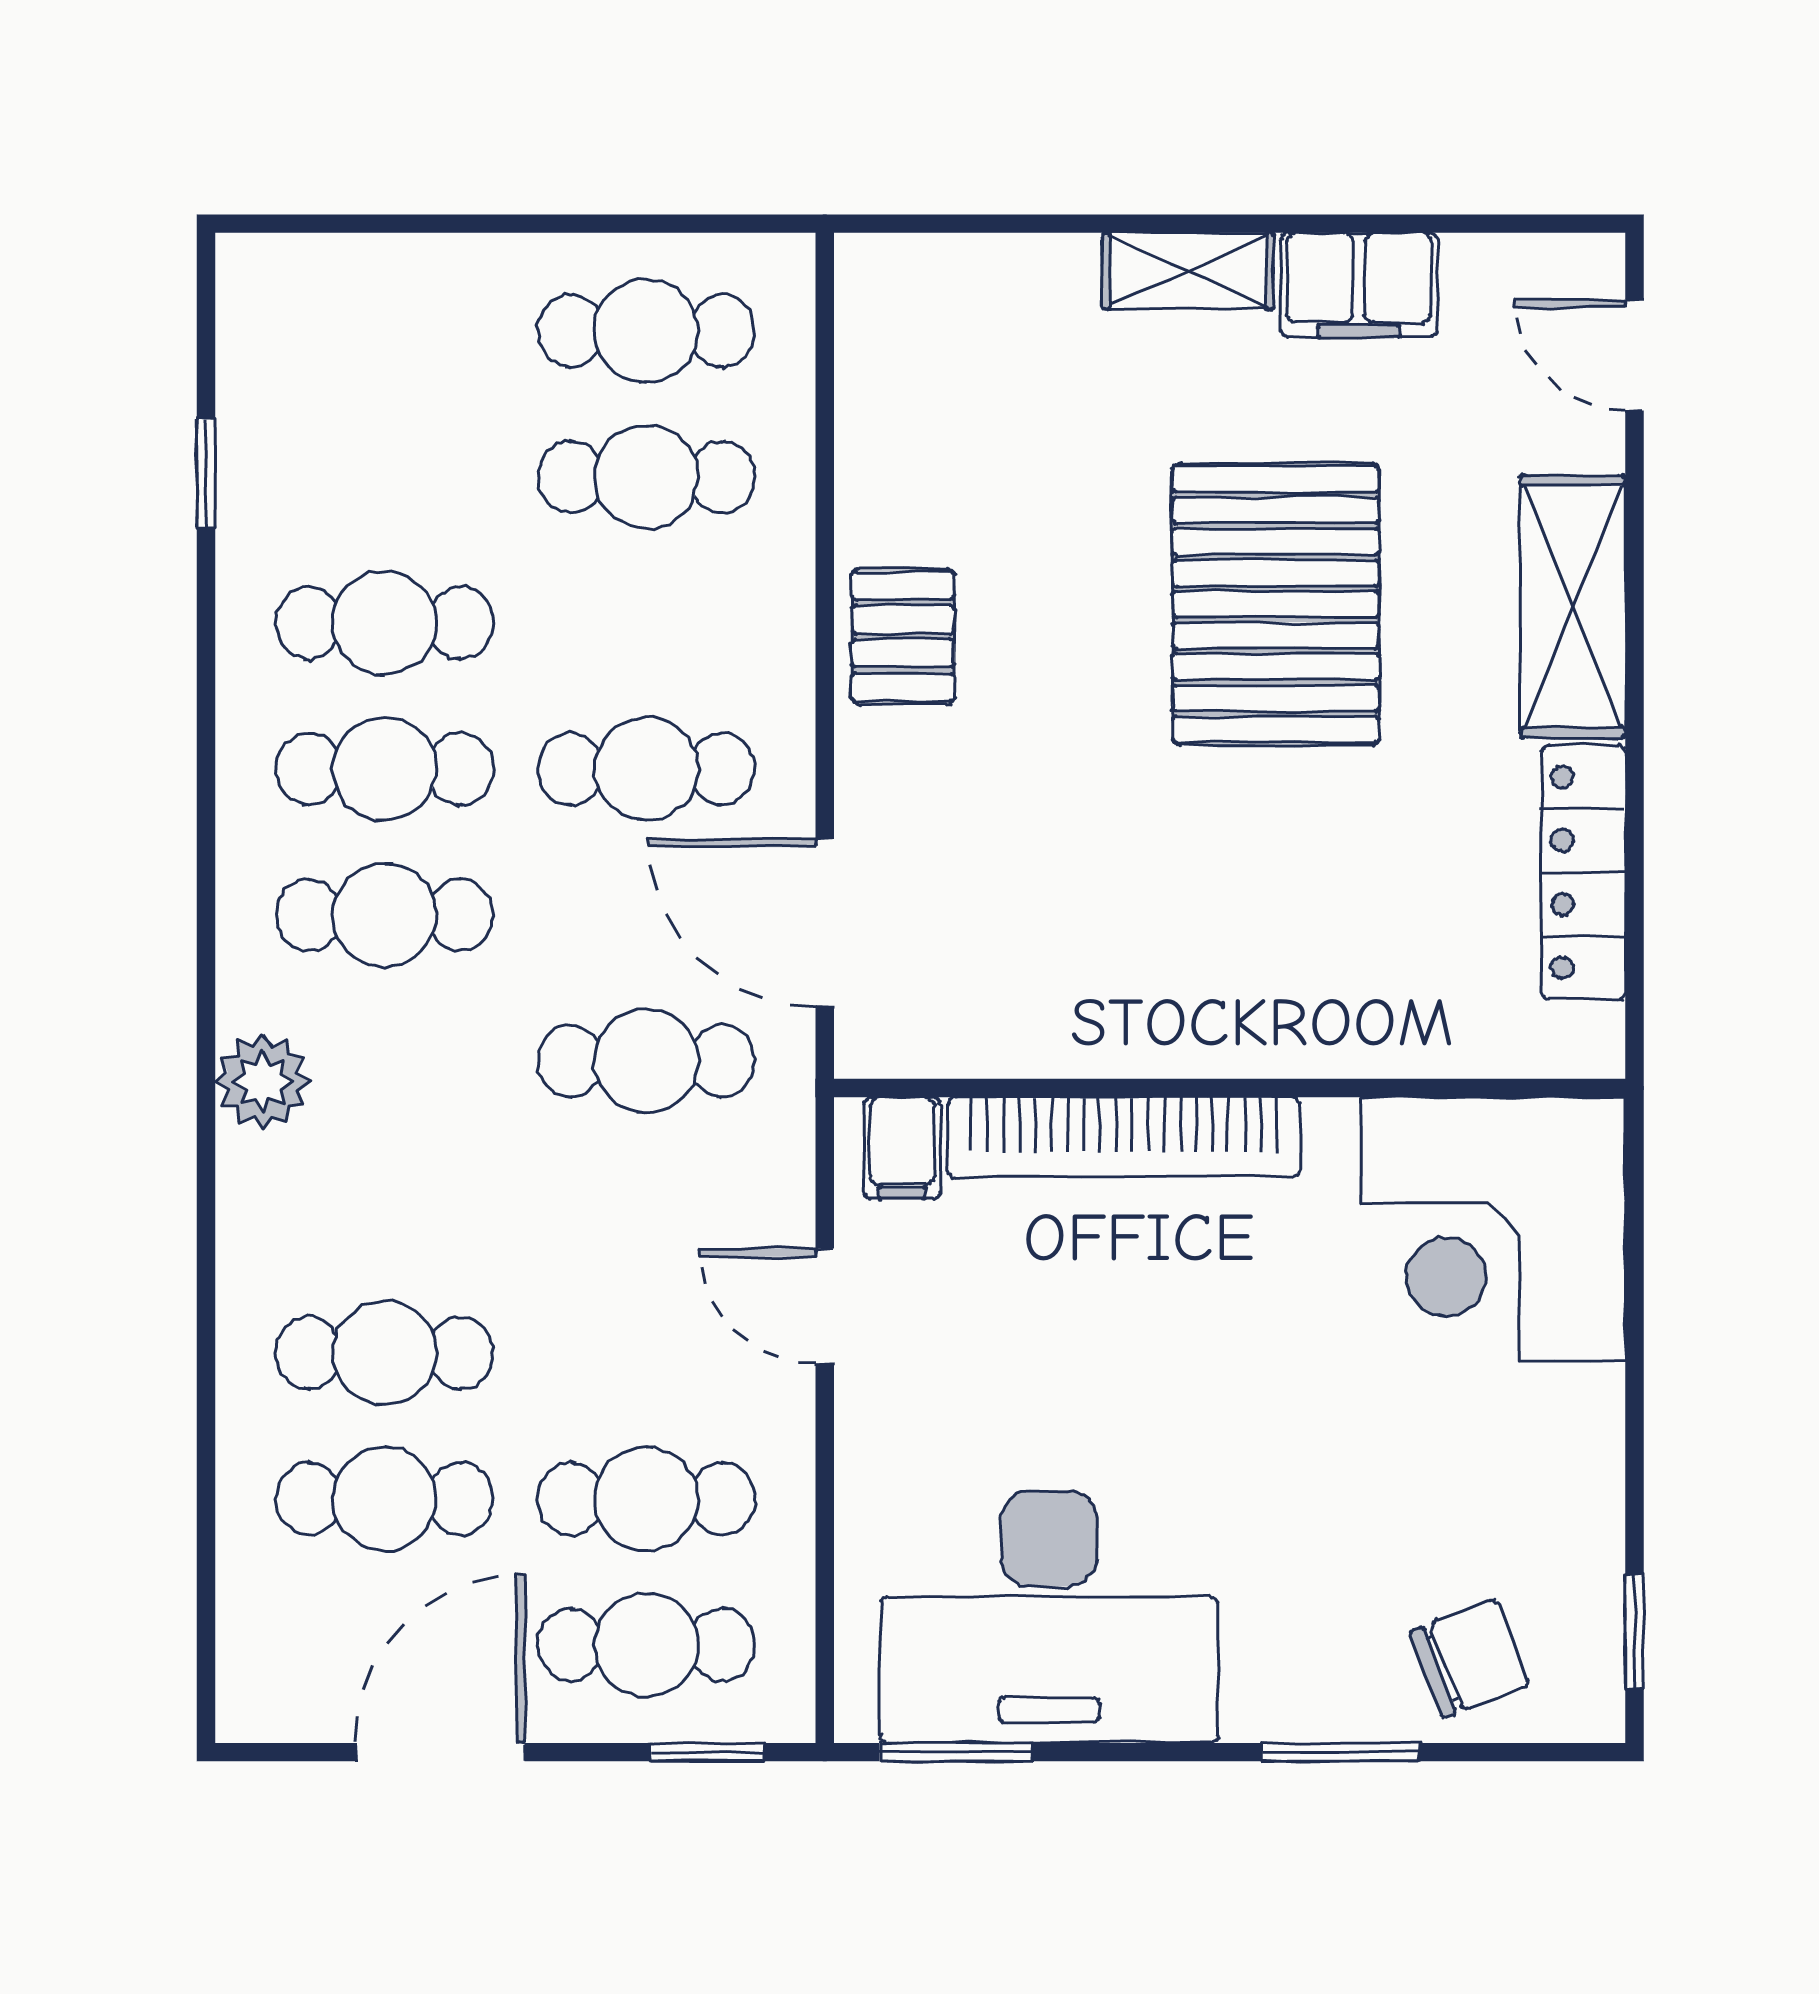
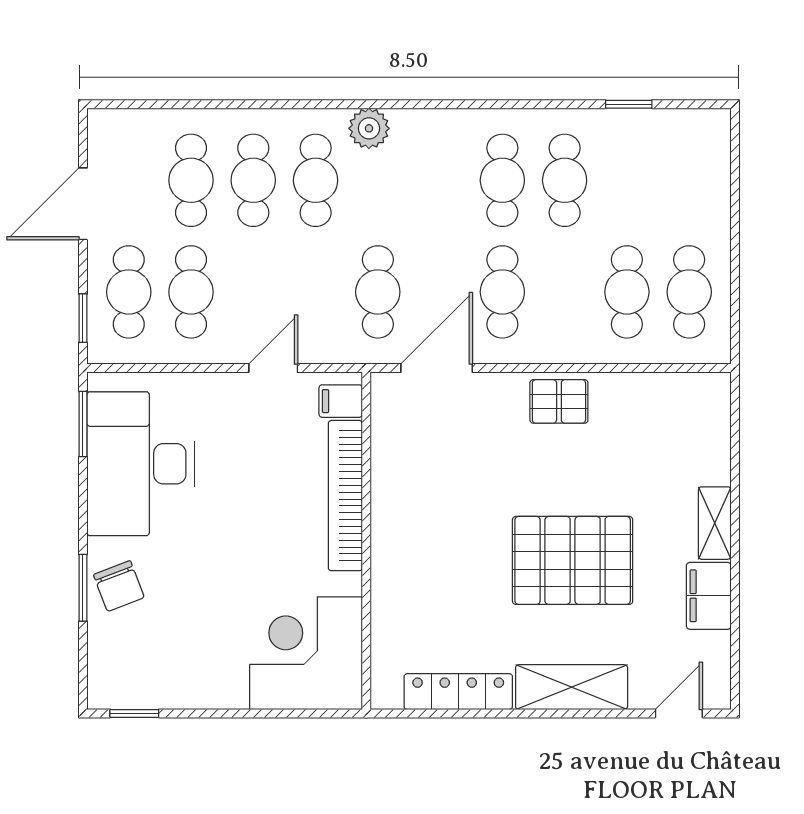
cafe table: (385, 915) -> (316, 180), moved
chair: (1469, 1658) -> (119, 586), moved
door: (440, 1752) -> (83, 204), swing flipped

